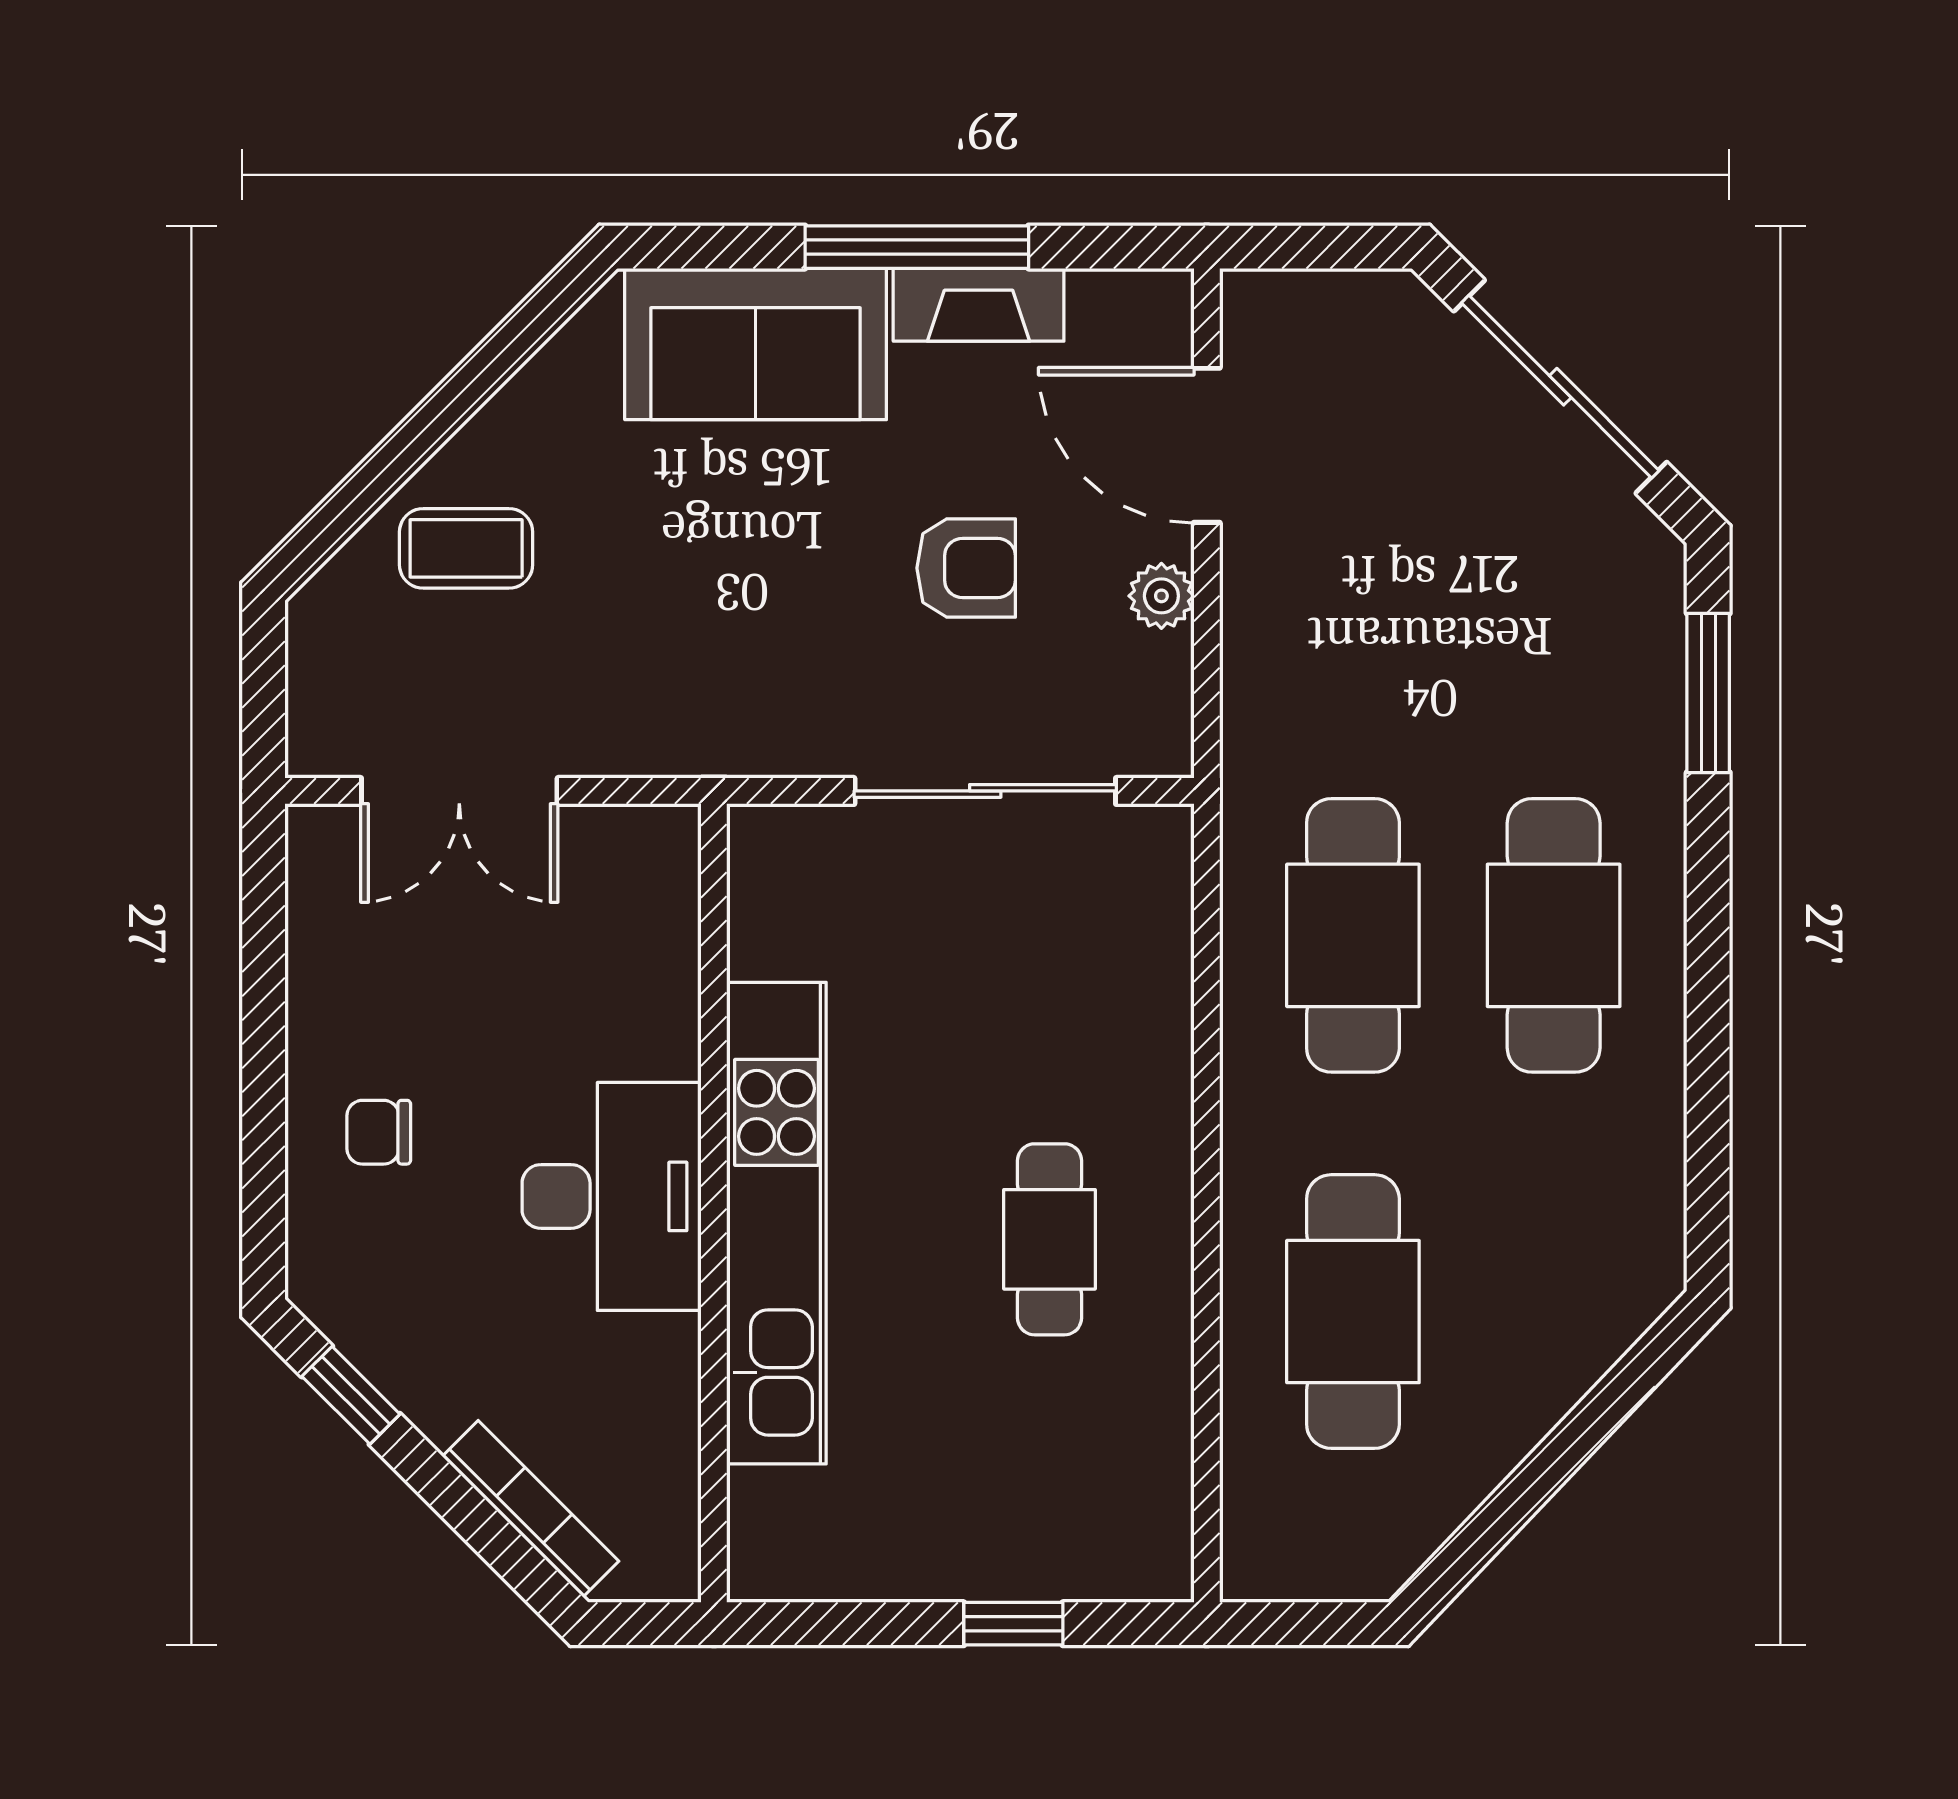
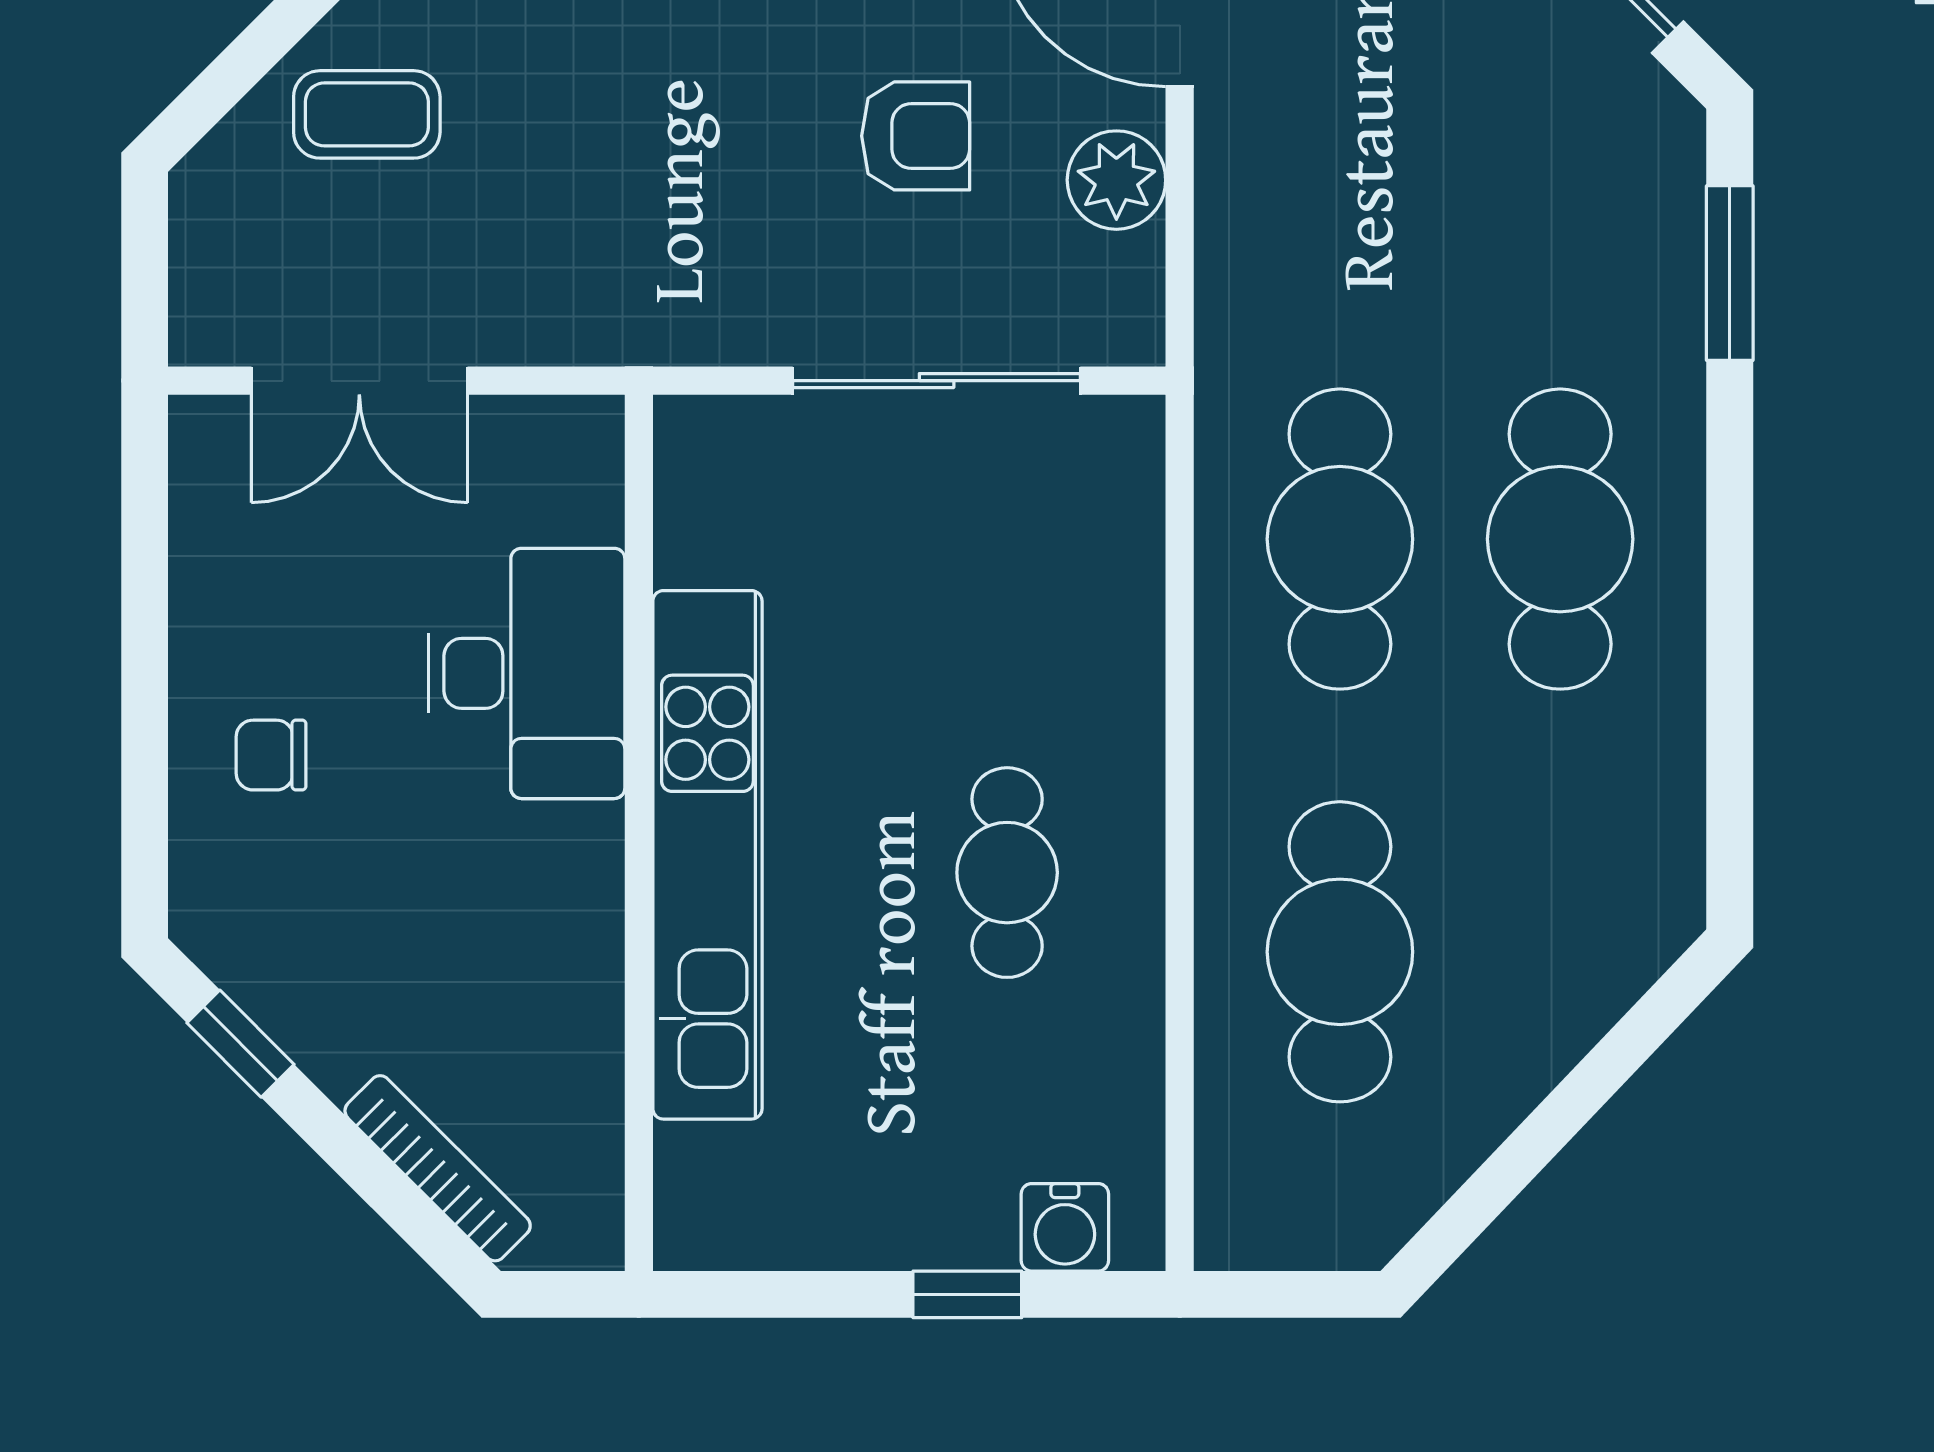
plant: (1161, 596) -> (1116, 180), width x1.38, depth x1.38
desk: (612, 1196) -> (527, 673), moved
water cooler: (1102, 1563) -> (1065, 1227), added

